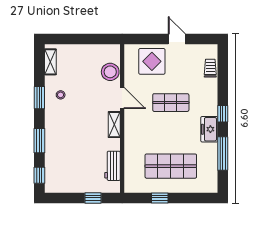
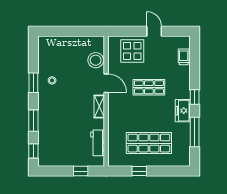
shelving: (50, 62) -> (43, 51), removed

